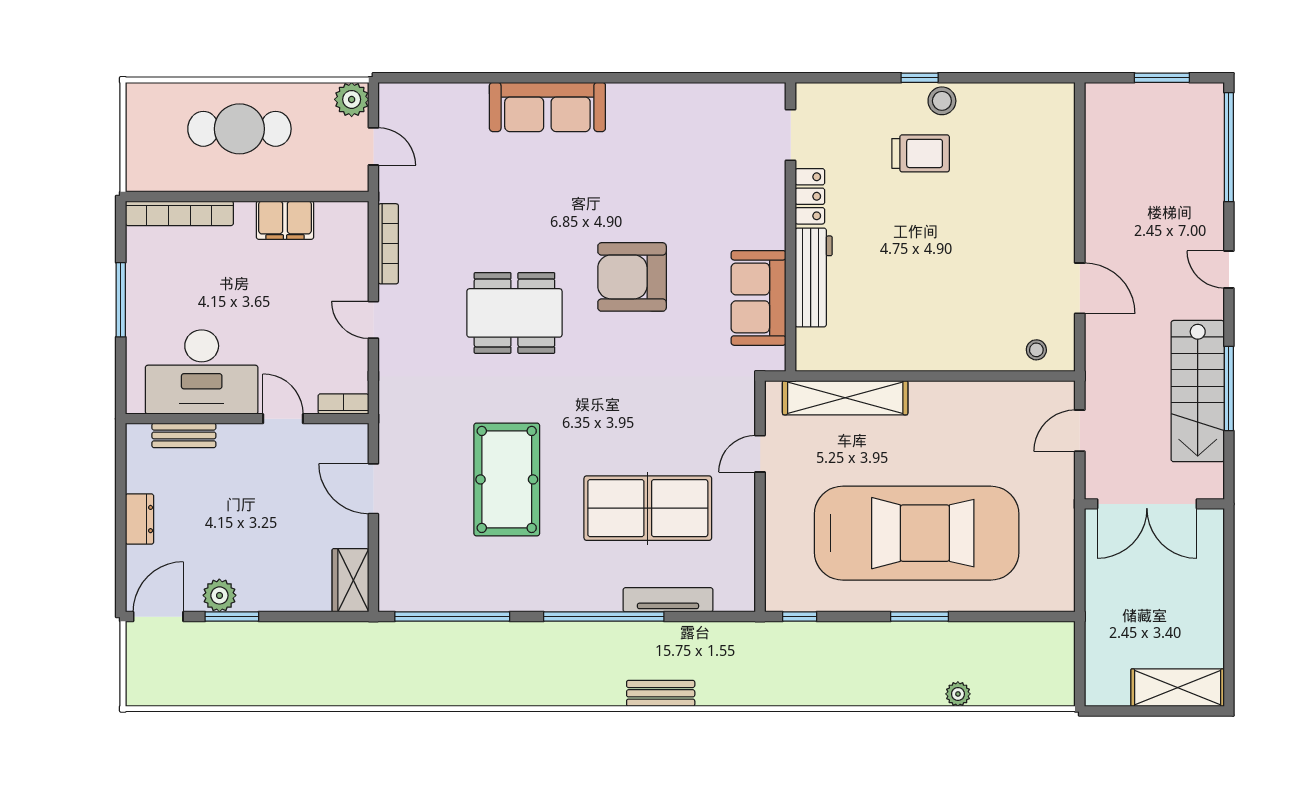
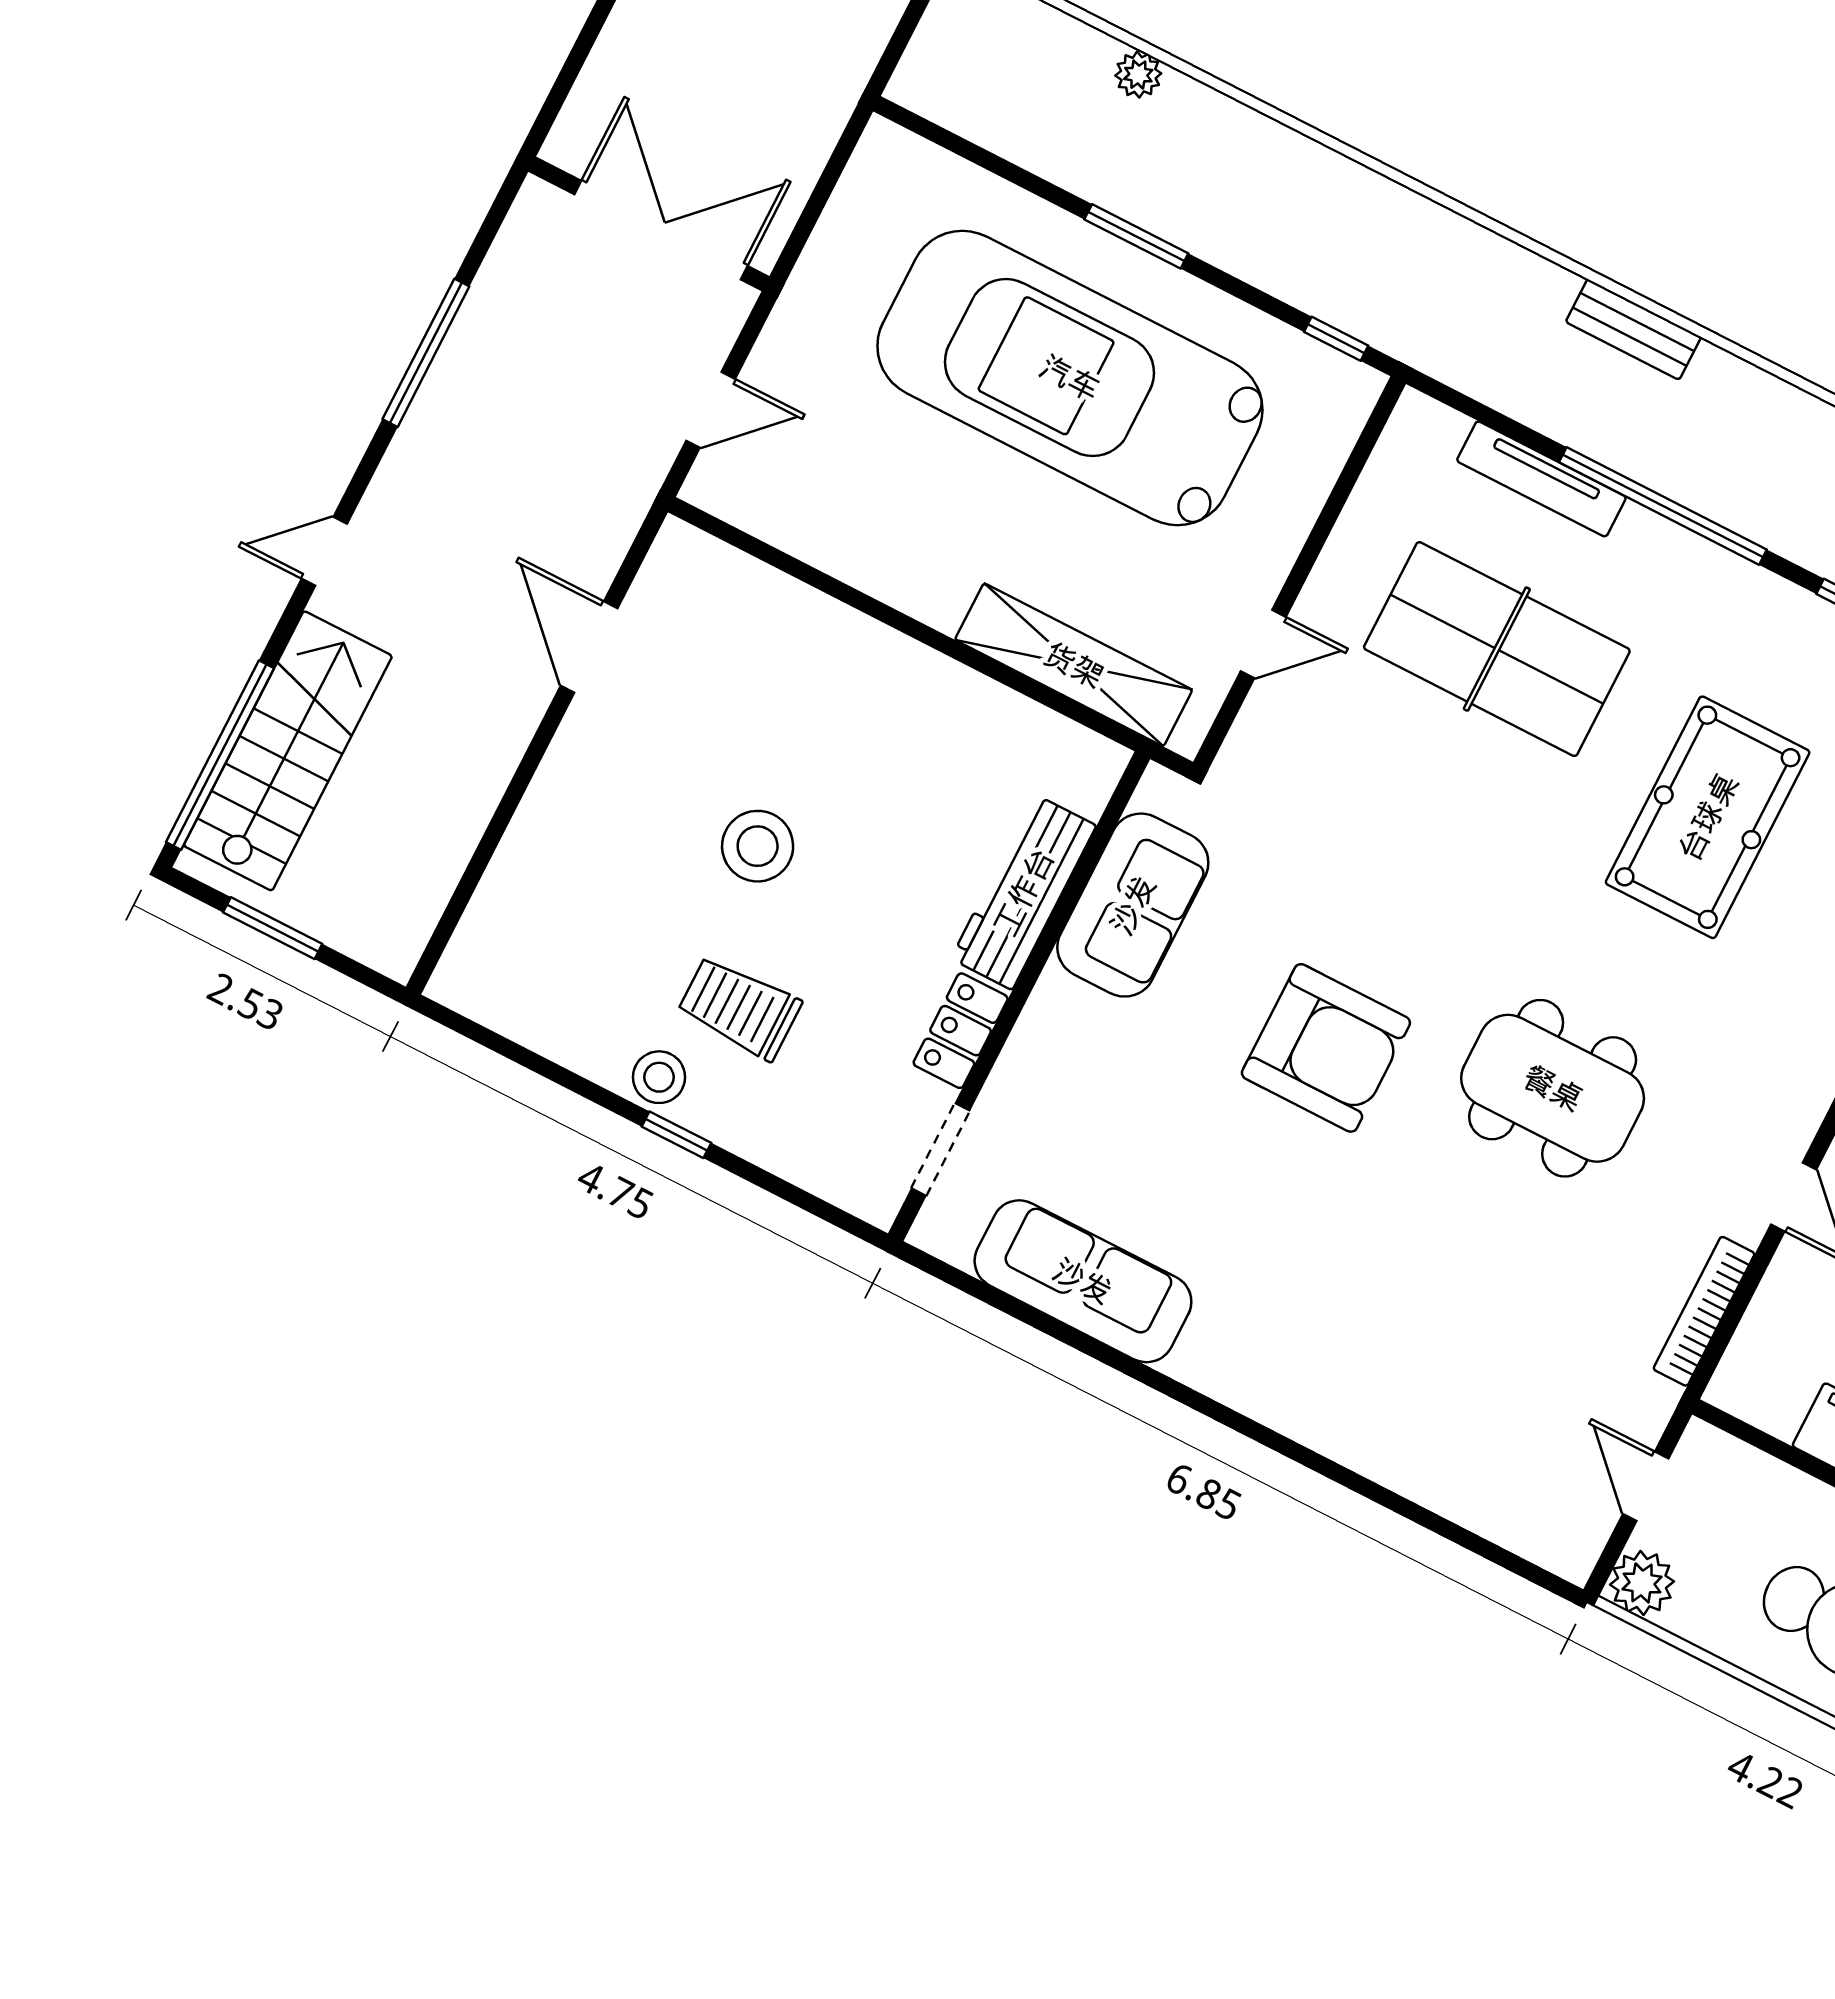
sofa: (547, 107) -> (1083, 1281), moved
door: (1229, 269) -> (324, 551), swing flipped
stool: (1036, 350) -> (758, 846), moved, width x1.89, depth x1.89
stairs: (1198, 391) -> (288, 751), moved

